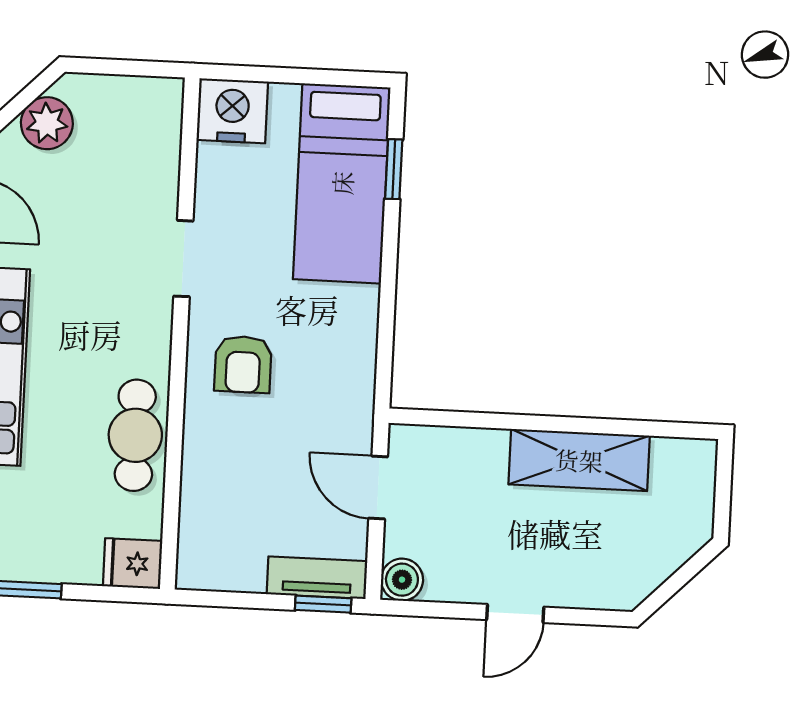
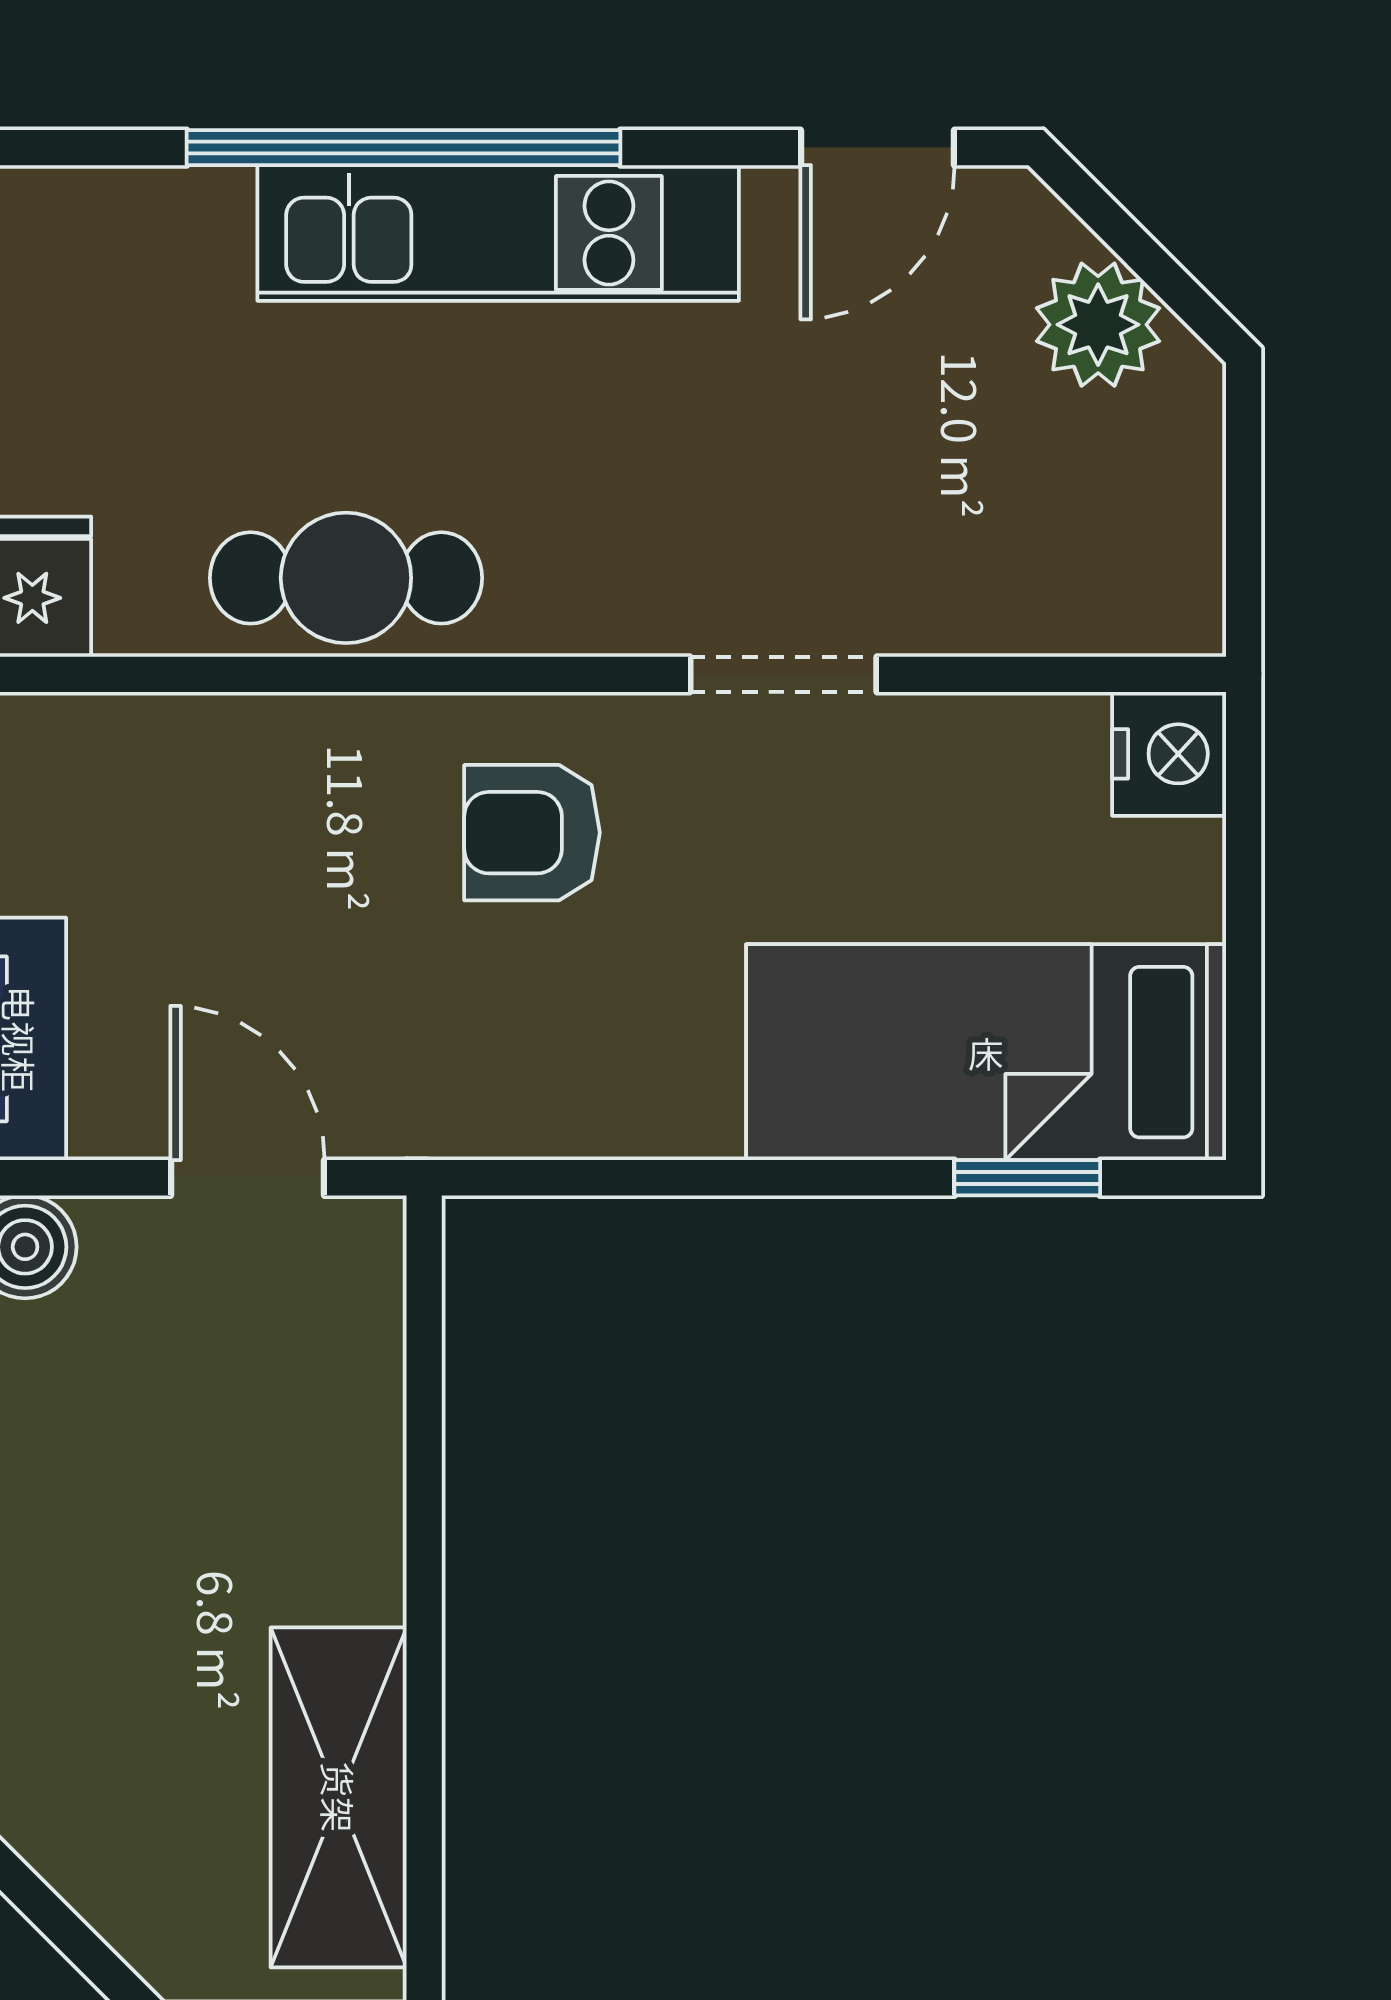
nightstand: (232, 111) -> (1169, 754), width x0.74, depth x0.75
shelving: (579, 460) -> (339, 1797), moved
door: (378, 487) -> (248, 1178), hinge flipped

